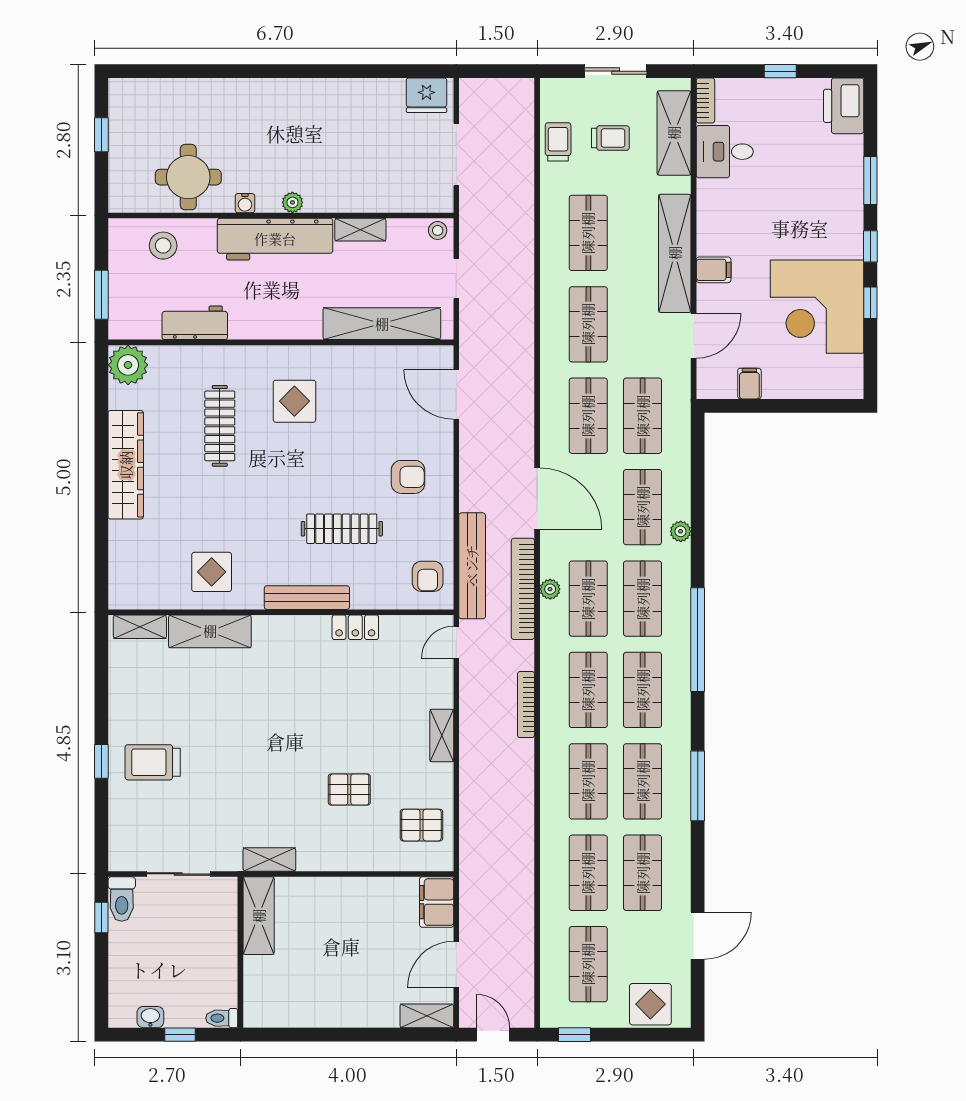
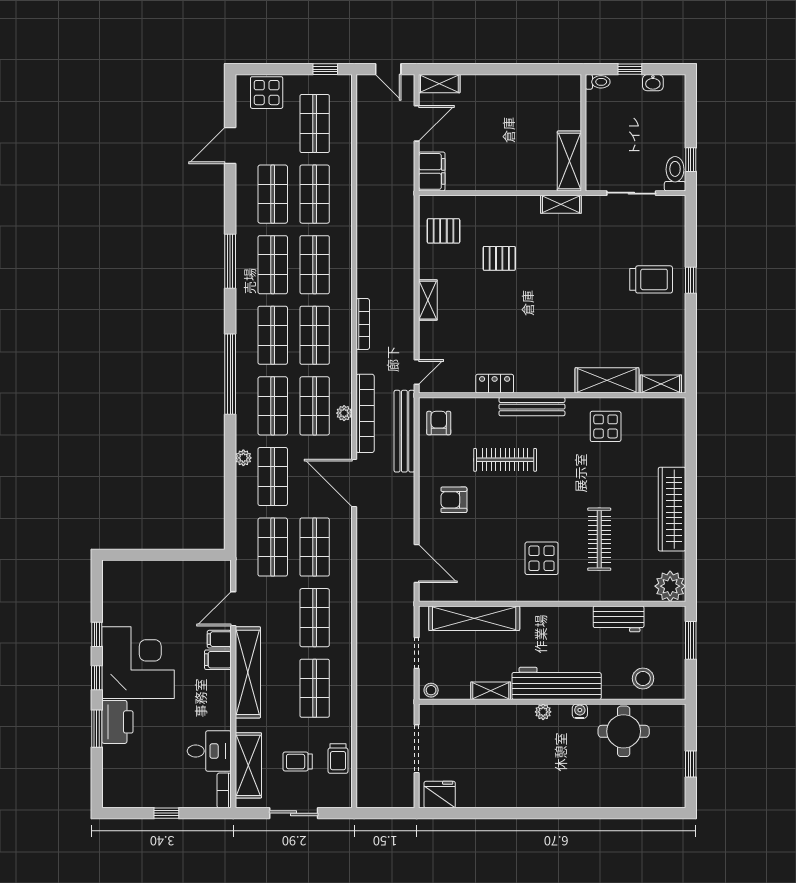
printer: (844, 106) -> (117, 722), moved
corner desk: (817, 307) -> (138, 663), moved
filing cabinet: (749, 384) -> (219, 639), moved, turned 90

